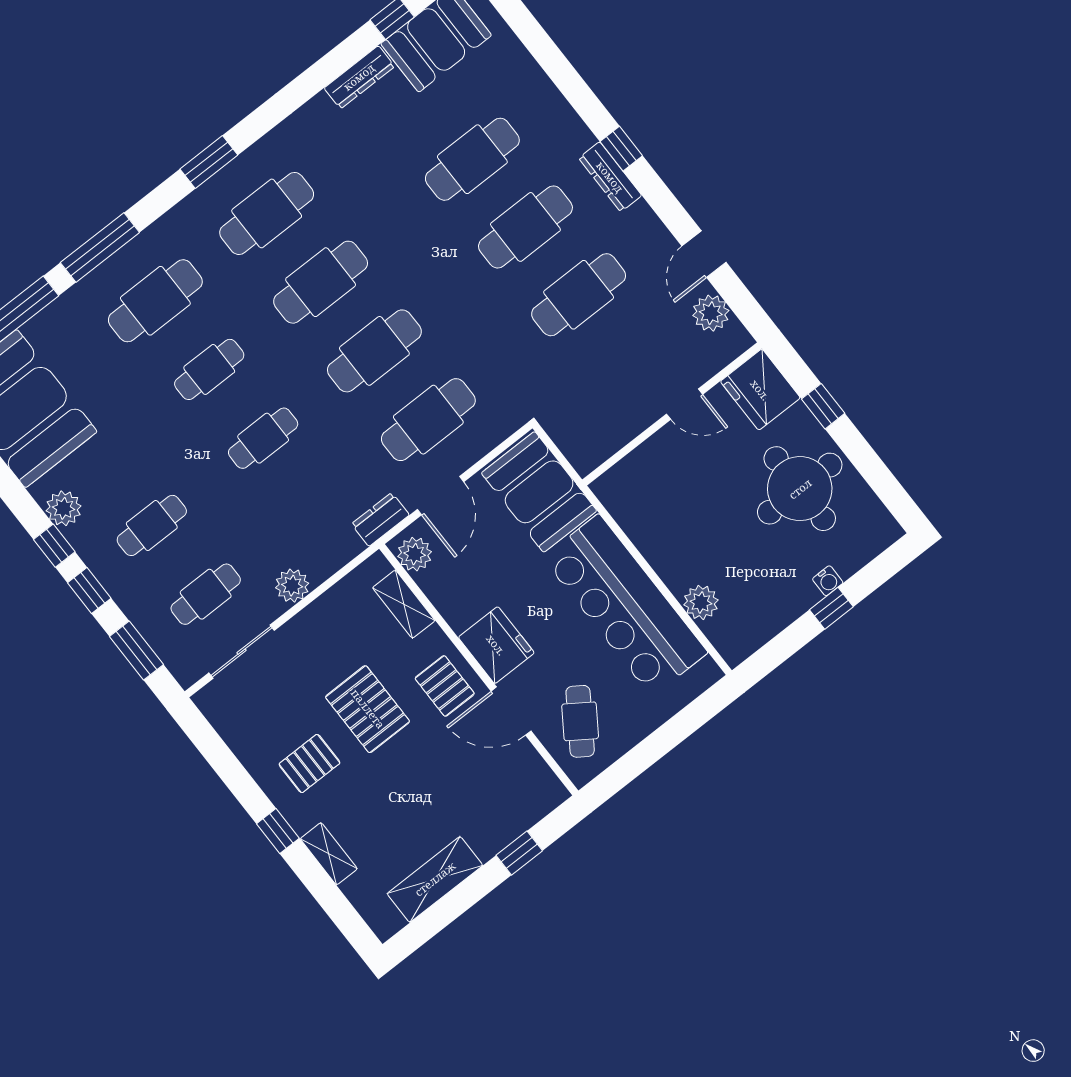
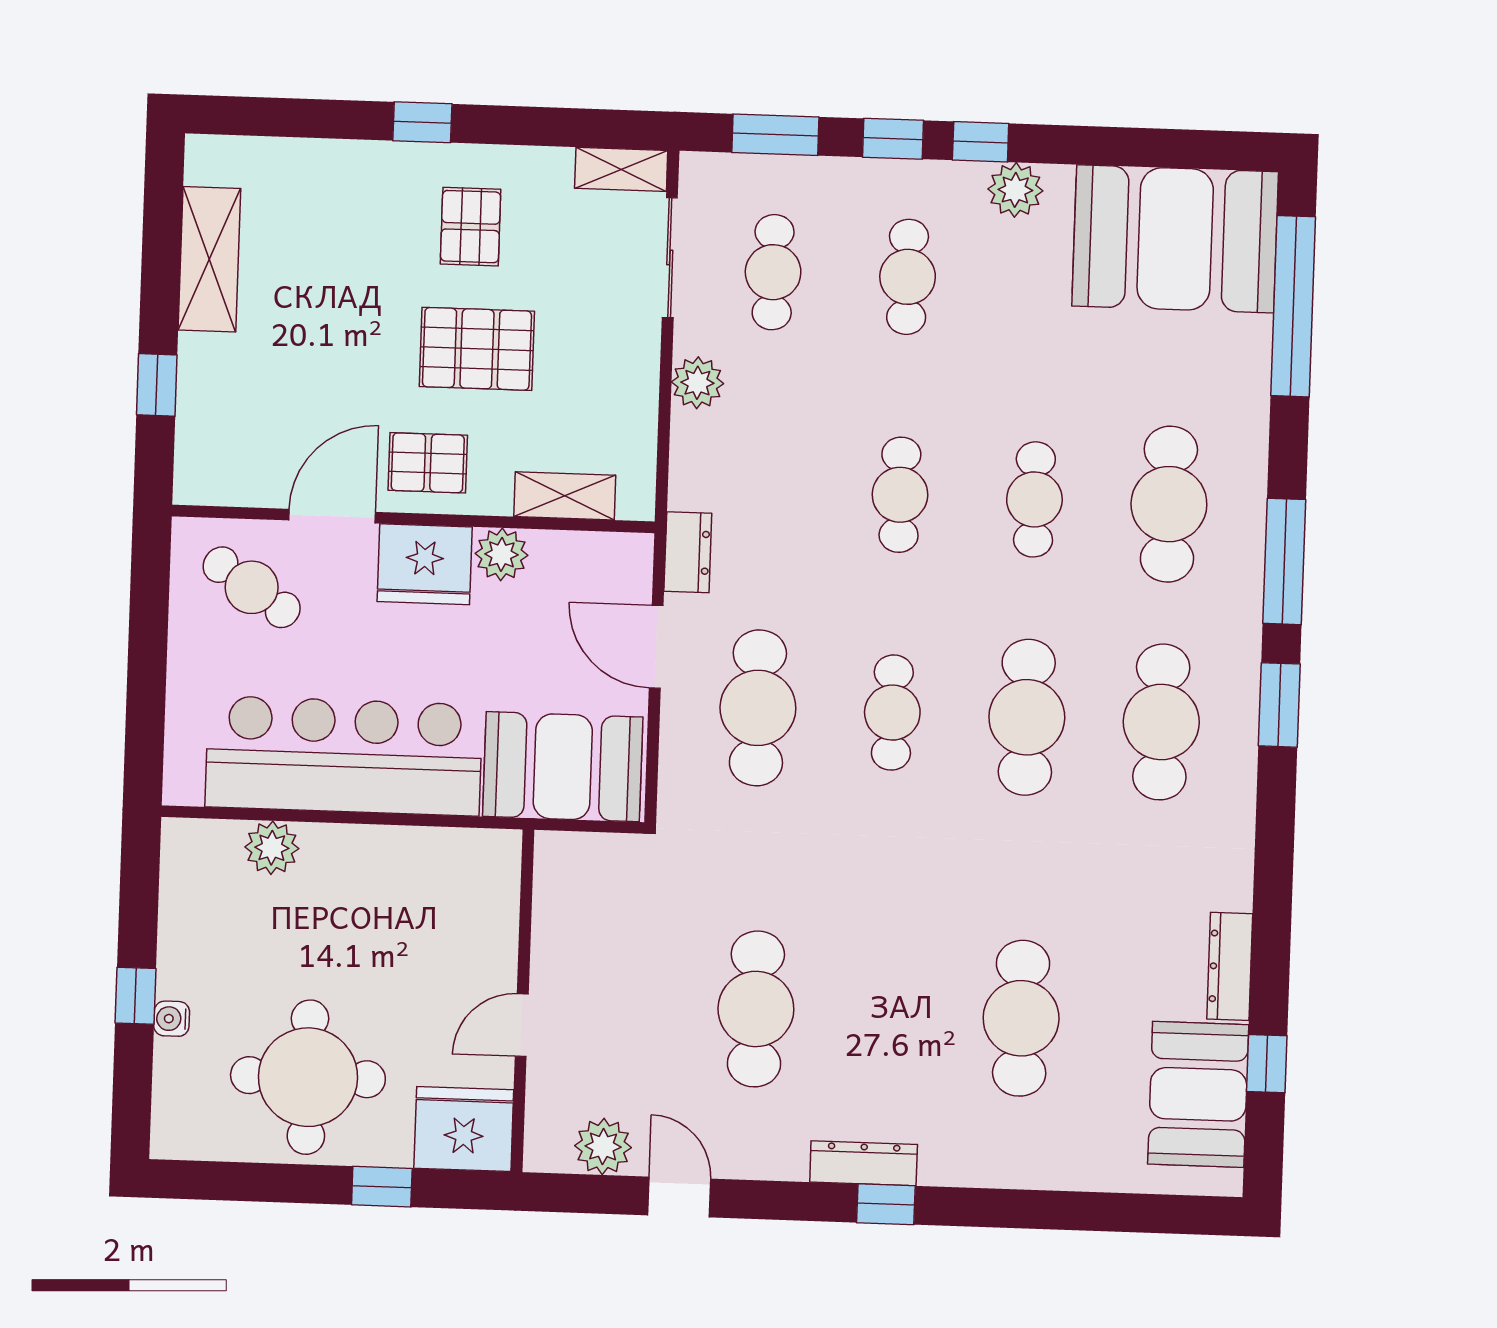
cafe table: (525, 227) -> (888, 1014), removed
window: (100, 247) -> (1284, 561), moved
cafe table: (374, 351) -> (892, 713), width x0.73, depth x0.74
plant: (415, 554) -> (501, 554), moved
shelving: (329, 854) -> (621, 169), moved

